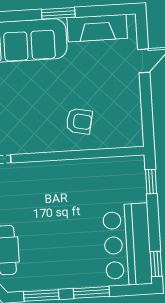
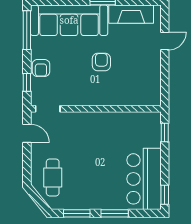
armchair: (79, 121) -> (101, 62), moved, turned -102

